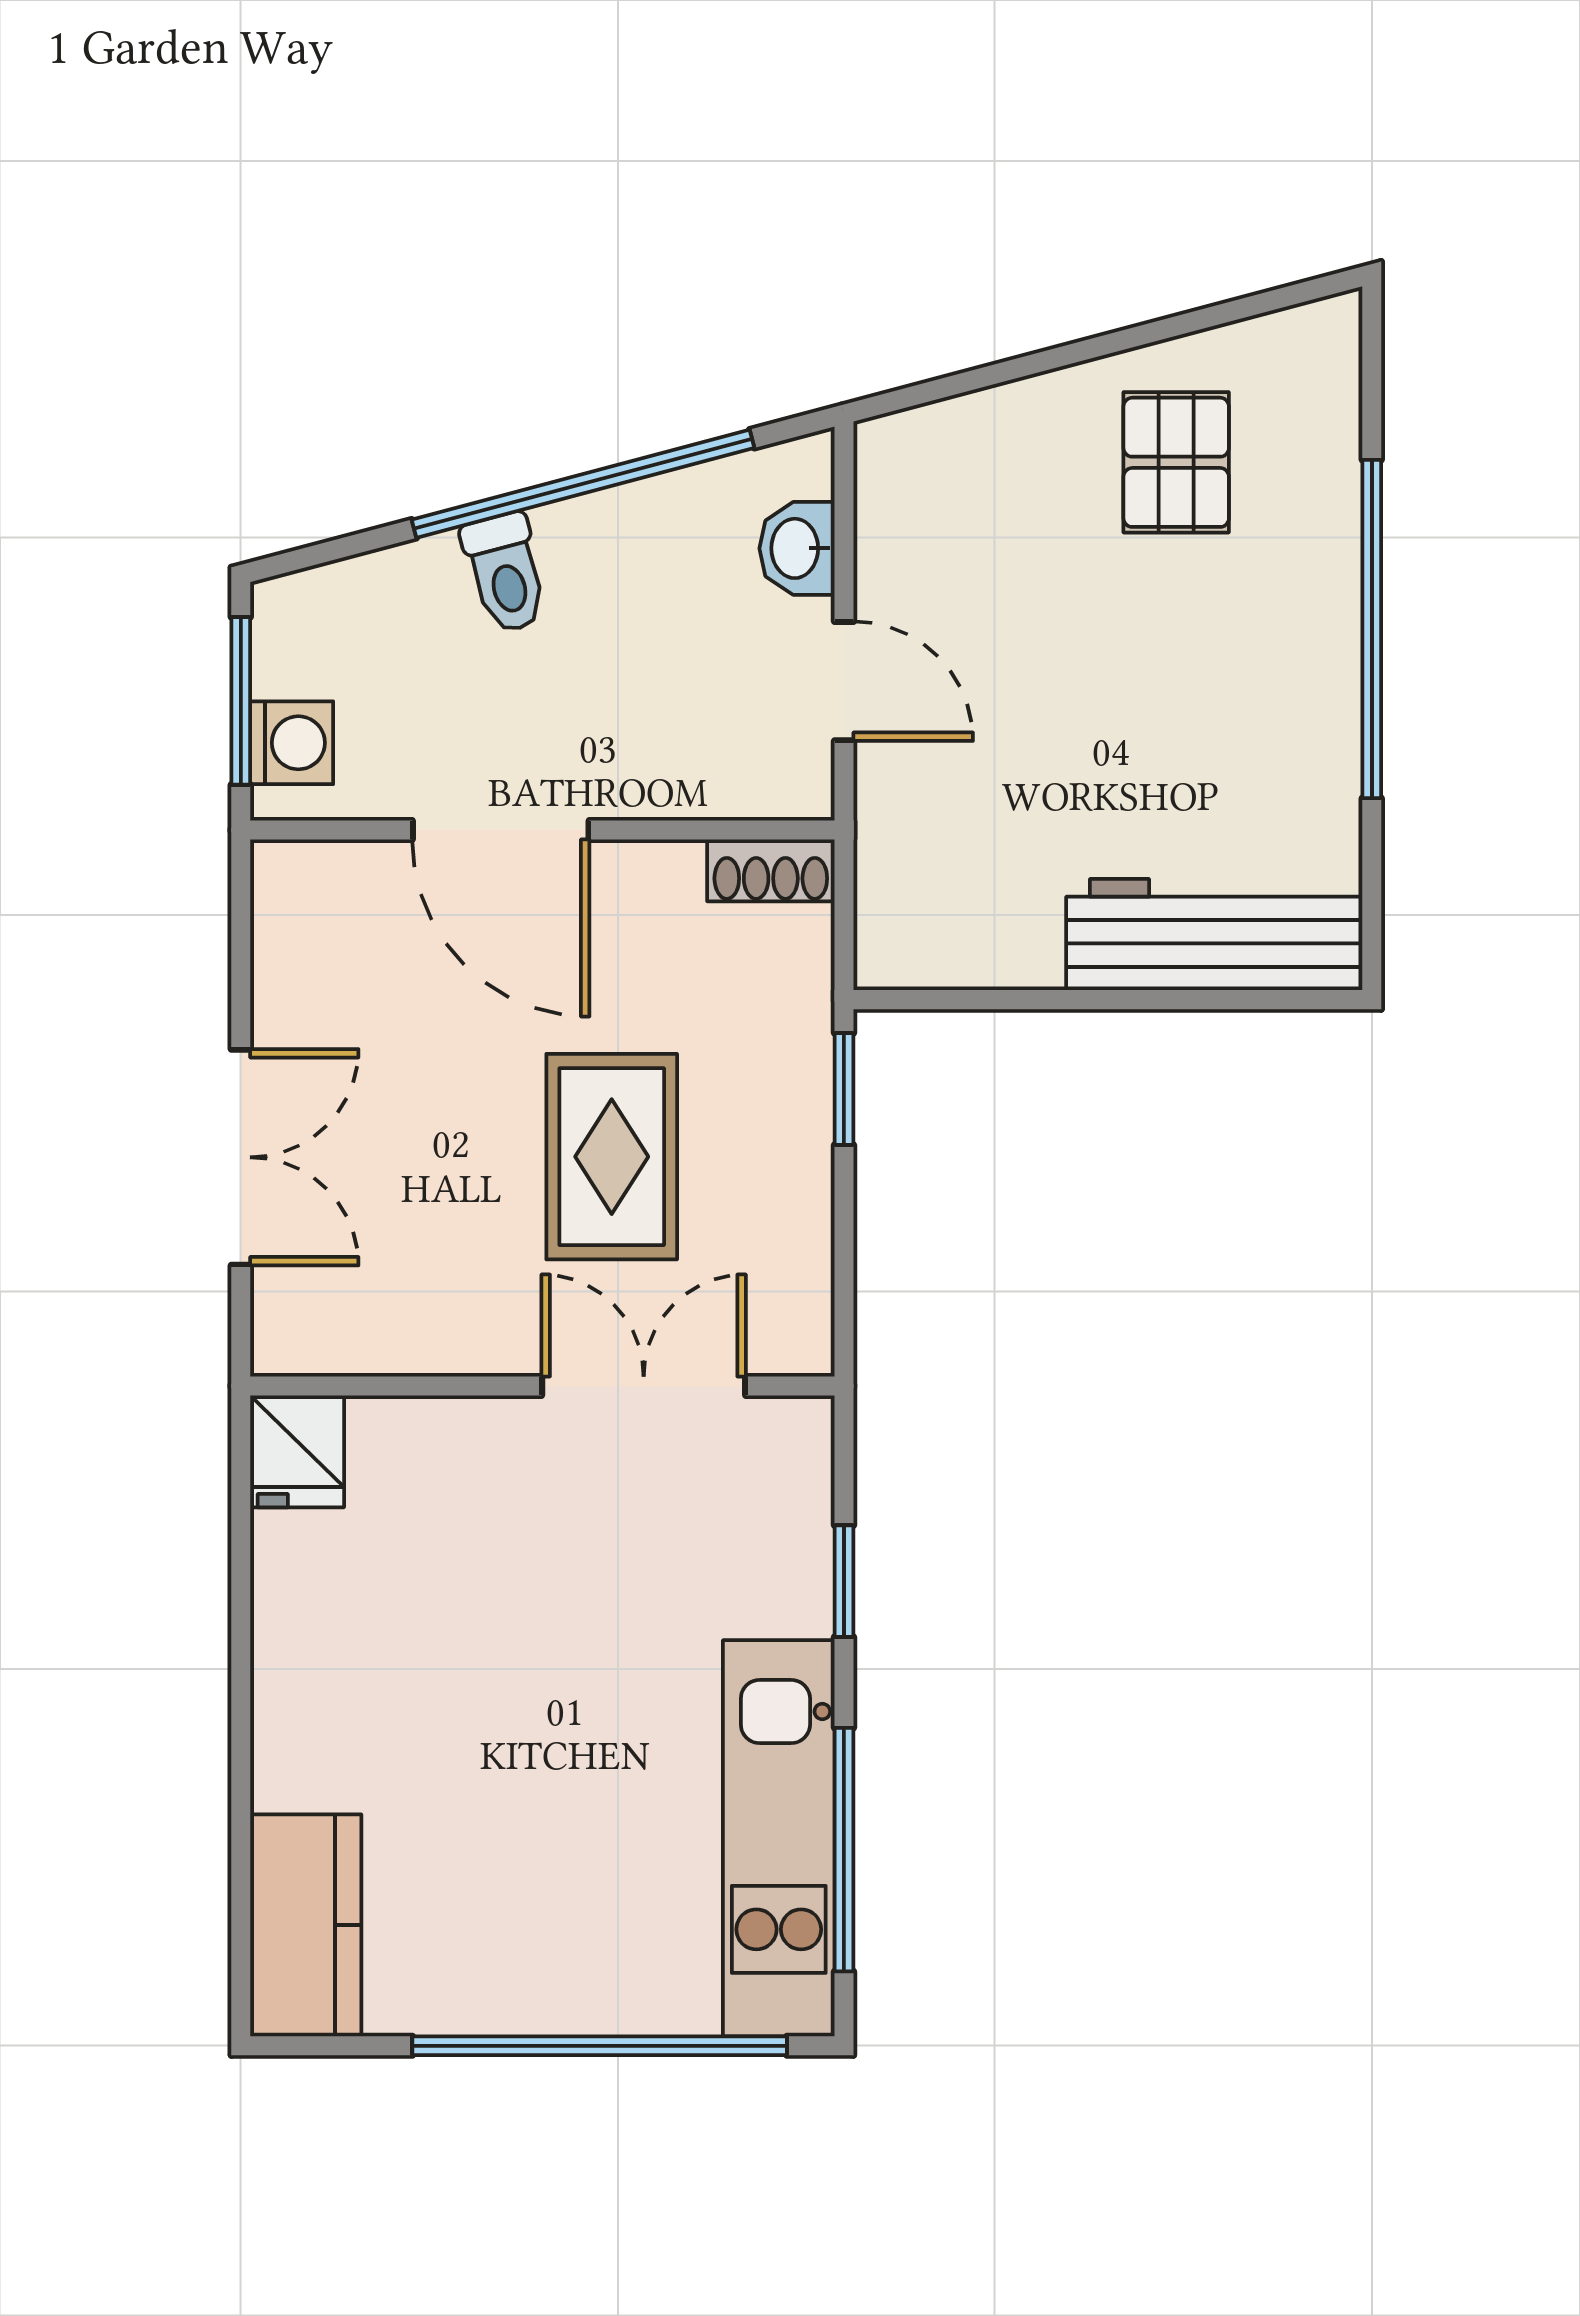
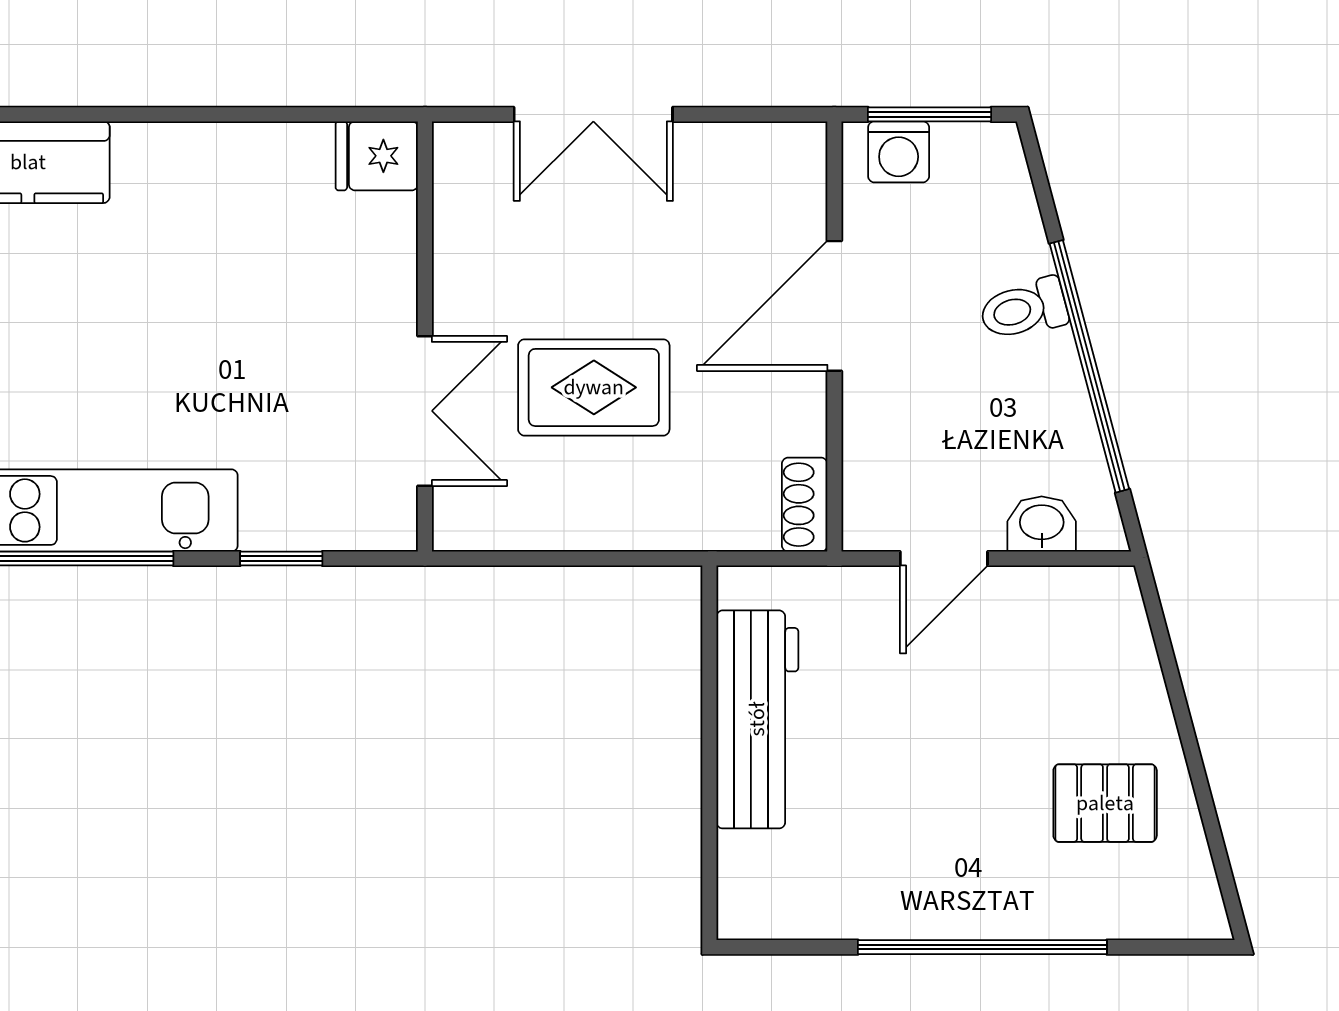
workbench: (1214, 935) -> (757, 719), moved
window: (844, 1089) -> (644, 559), removed

